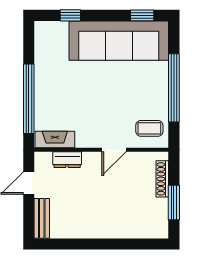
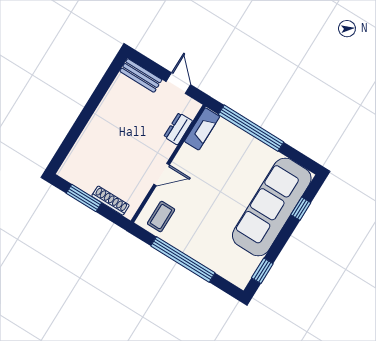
sofa: (119, 41) -> (272, 207), moved
door: (114, 150) -> (162, 175), swing flipped

